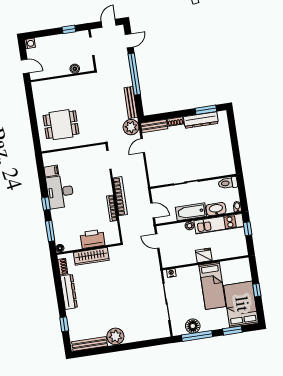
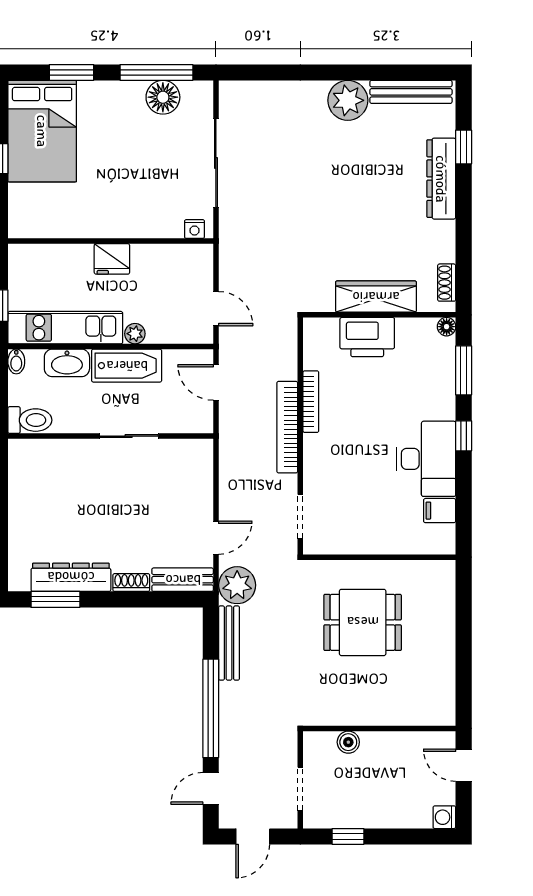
dining table: (61, 125) -> (363, 622), moved
bed: (212, 286) -> (103, 185), removed
dresser: (69, 292) -> (441, 179), moved

